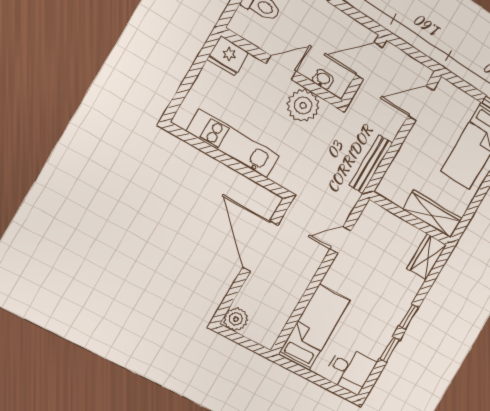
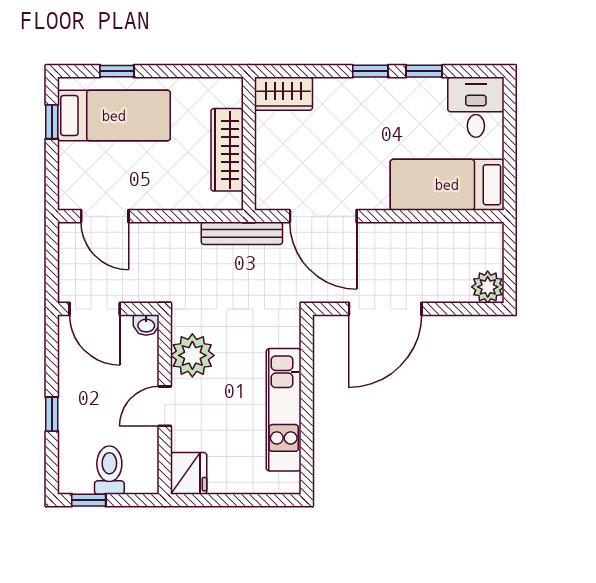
door: (281, 68) -> (165, 406), hinge flipped
washbasin: (323, 79) -> (146, 325), moved, turned -90
bench: (371, 164) -> (242, 233), moved
wardrobe: (432, 214) -> (227, 150), moved
door: (341, 240) -> (323, 216), width x1.87

